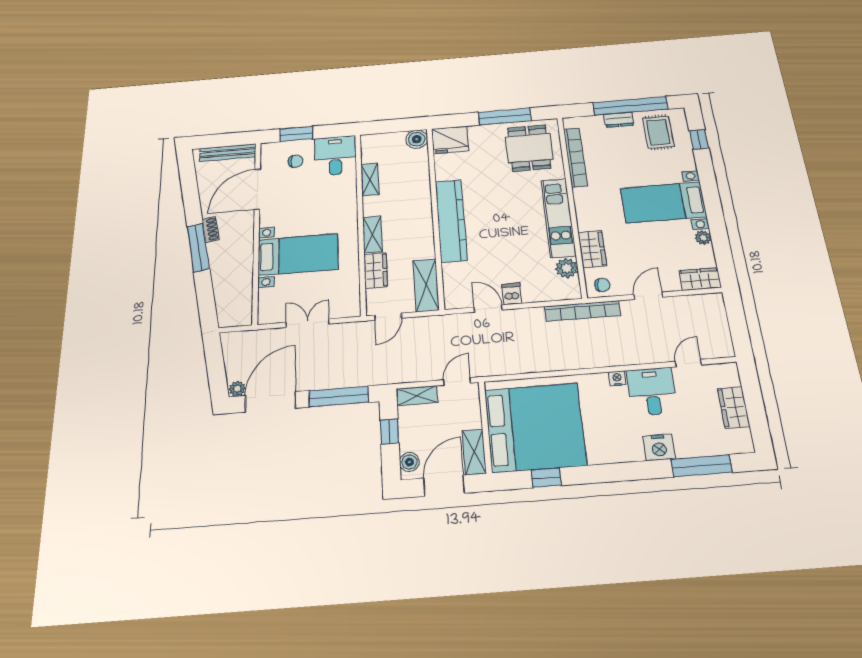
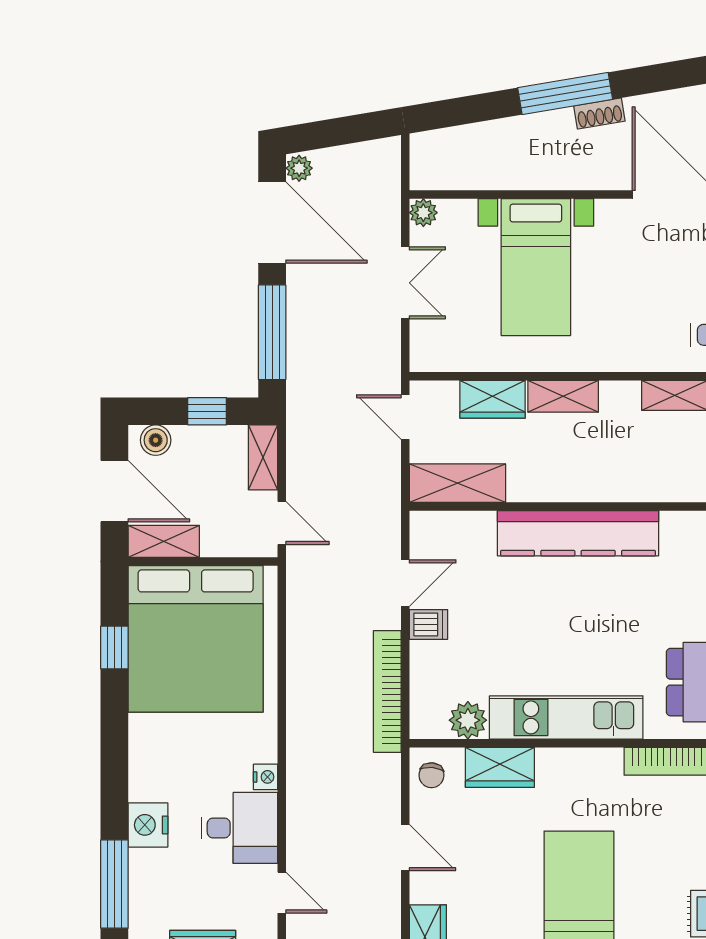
bookcase: (582, 311) -> (387, 691), moved
plant: (266, 317) -> (423, 213), added

